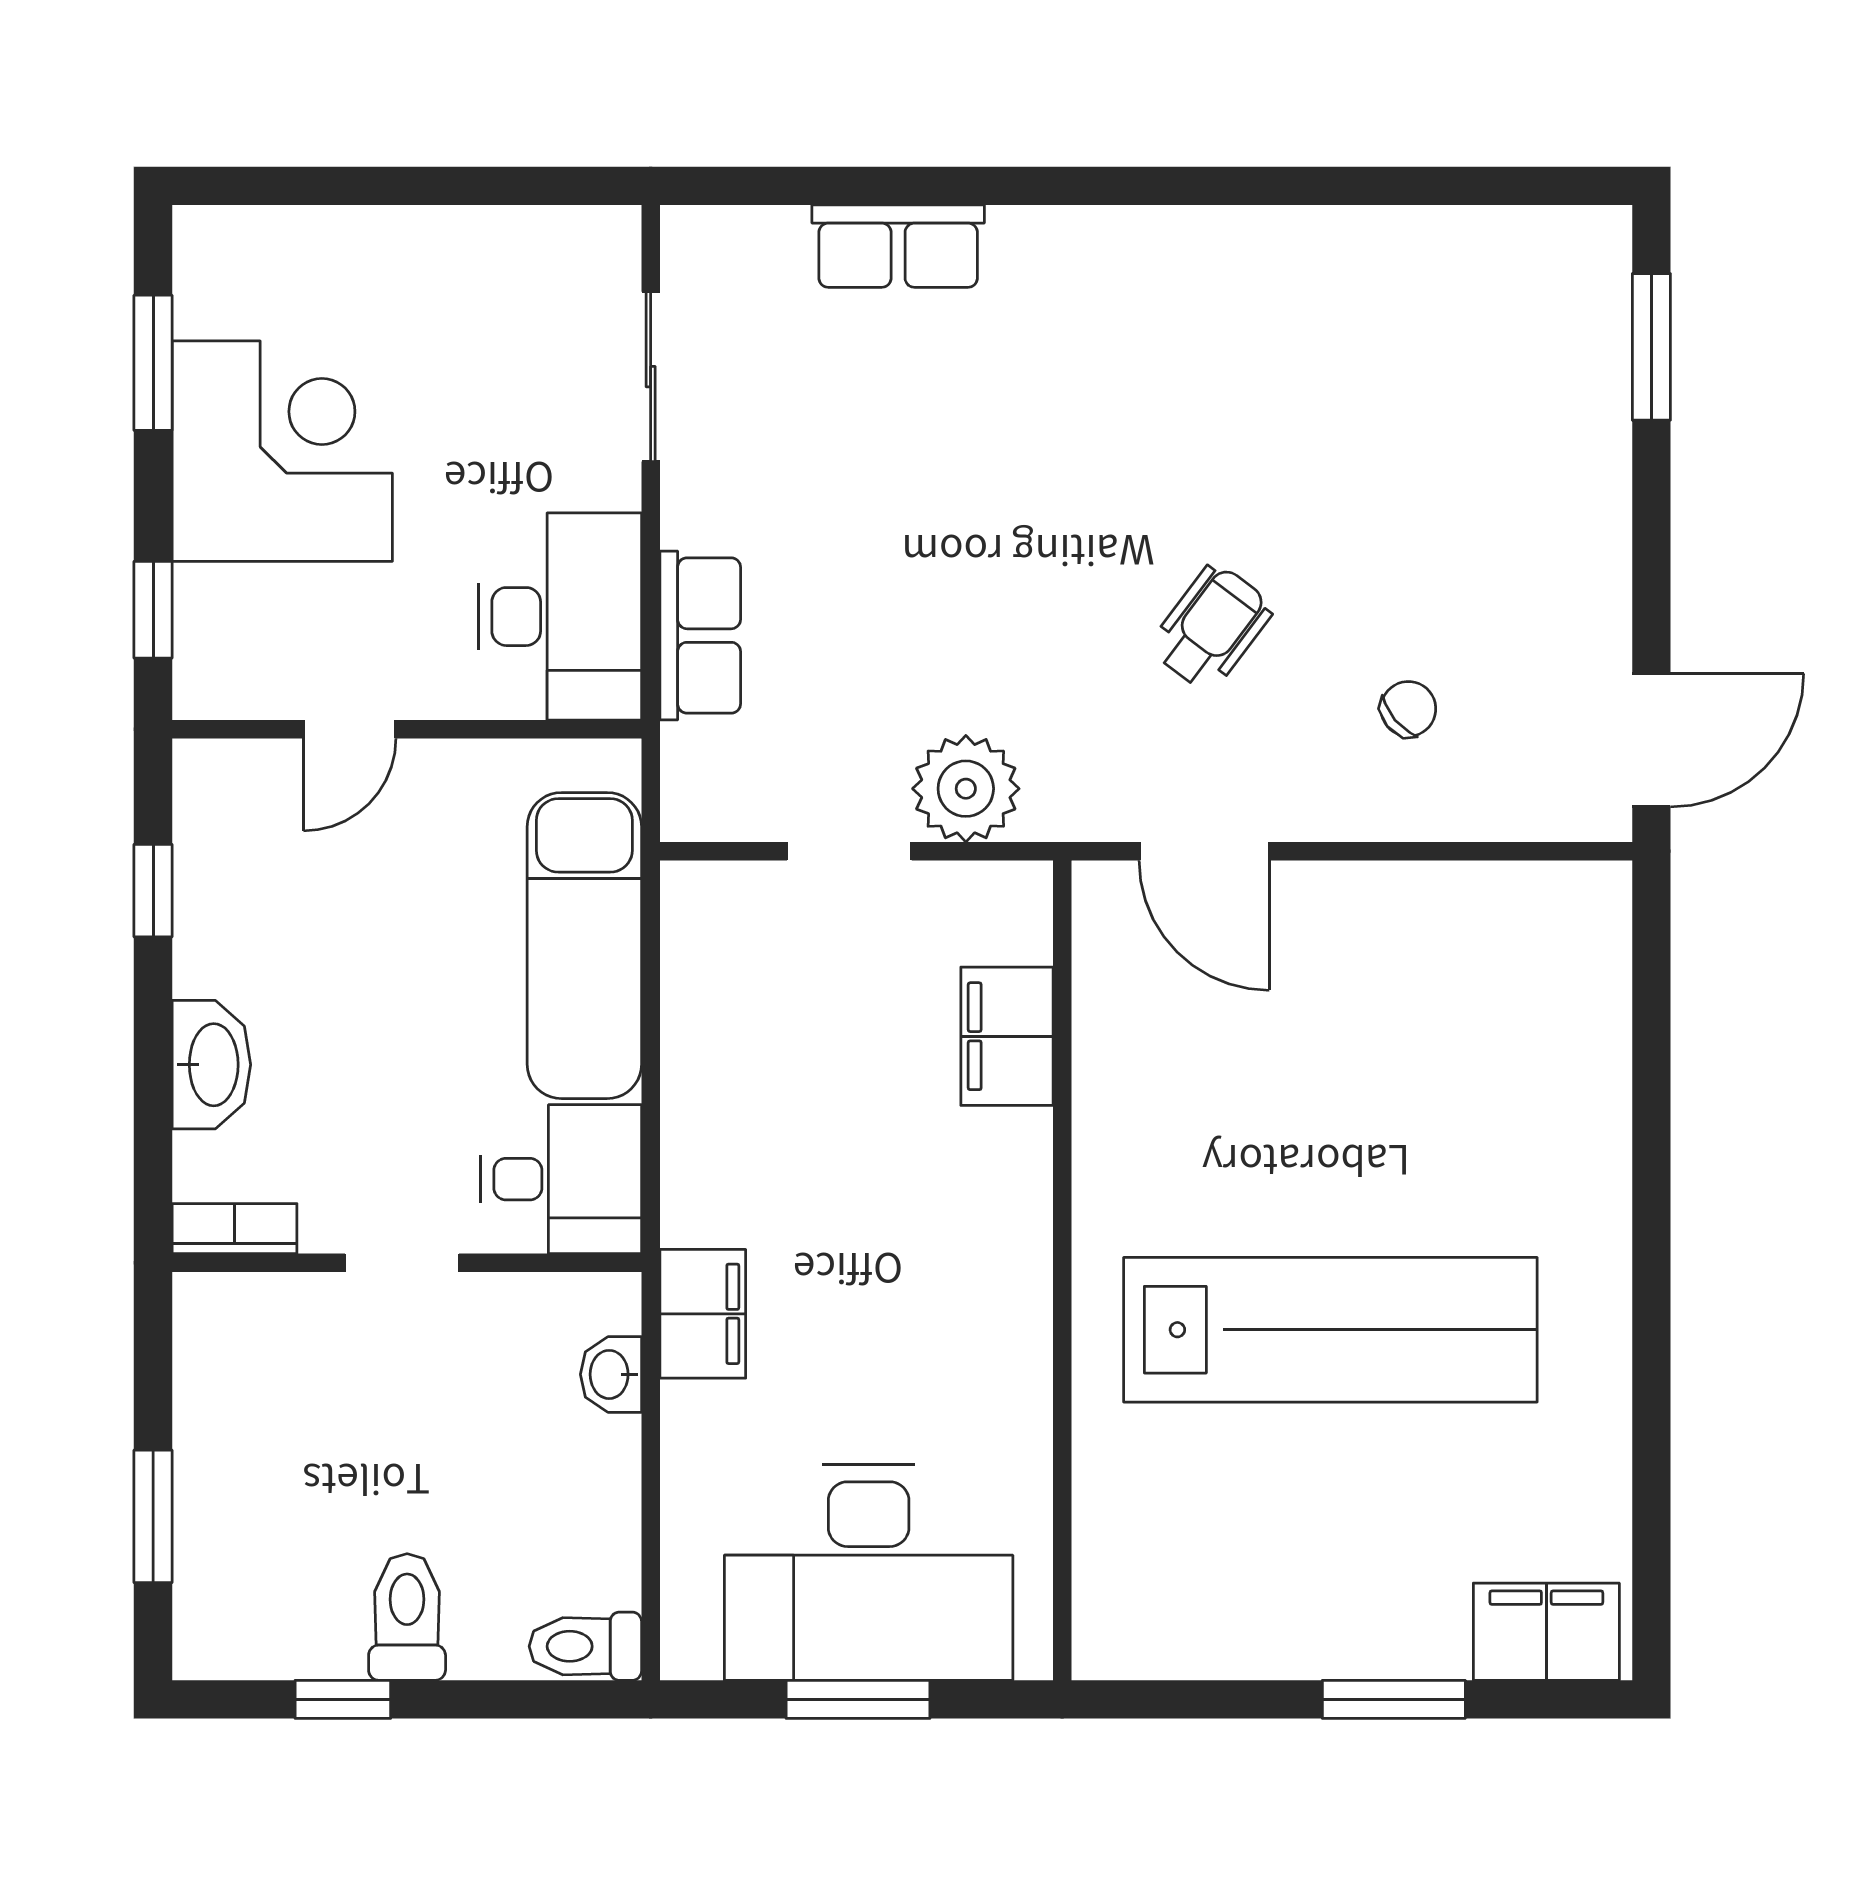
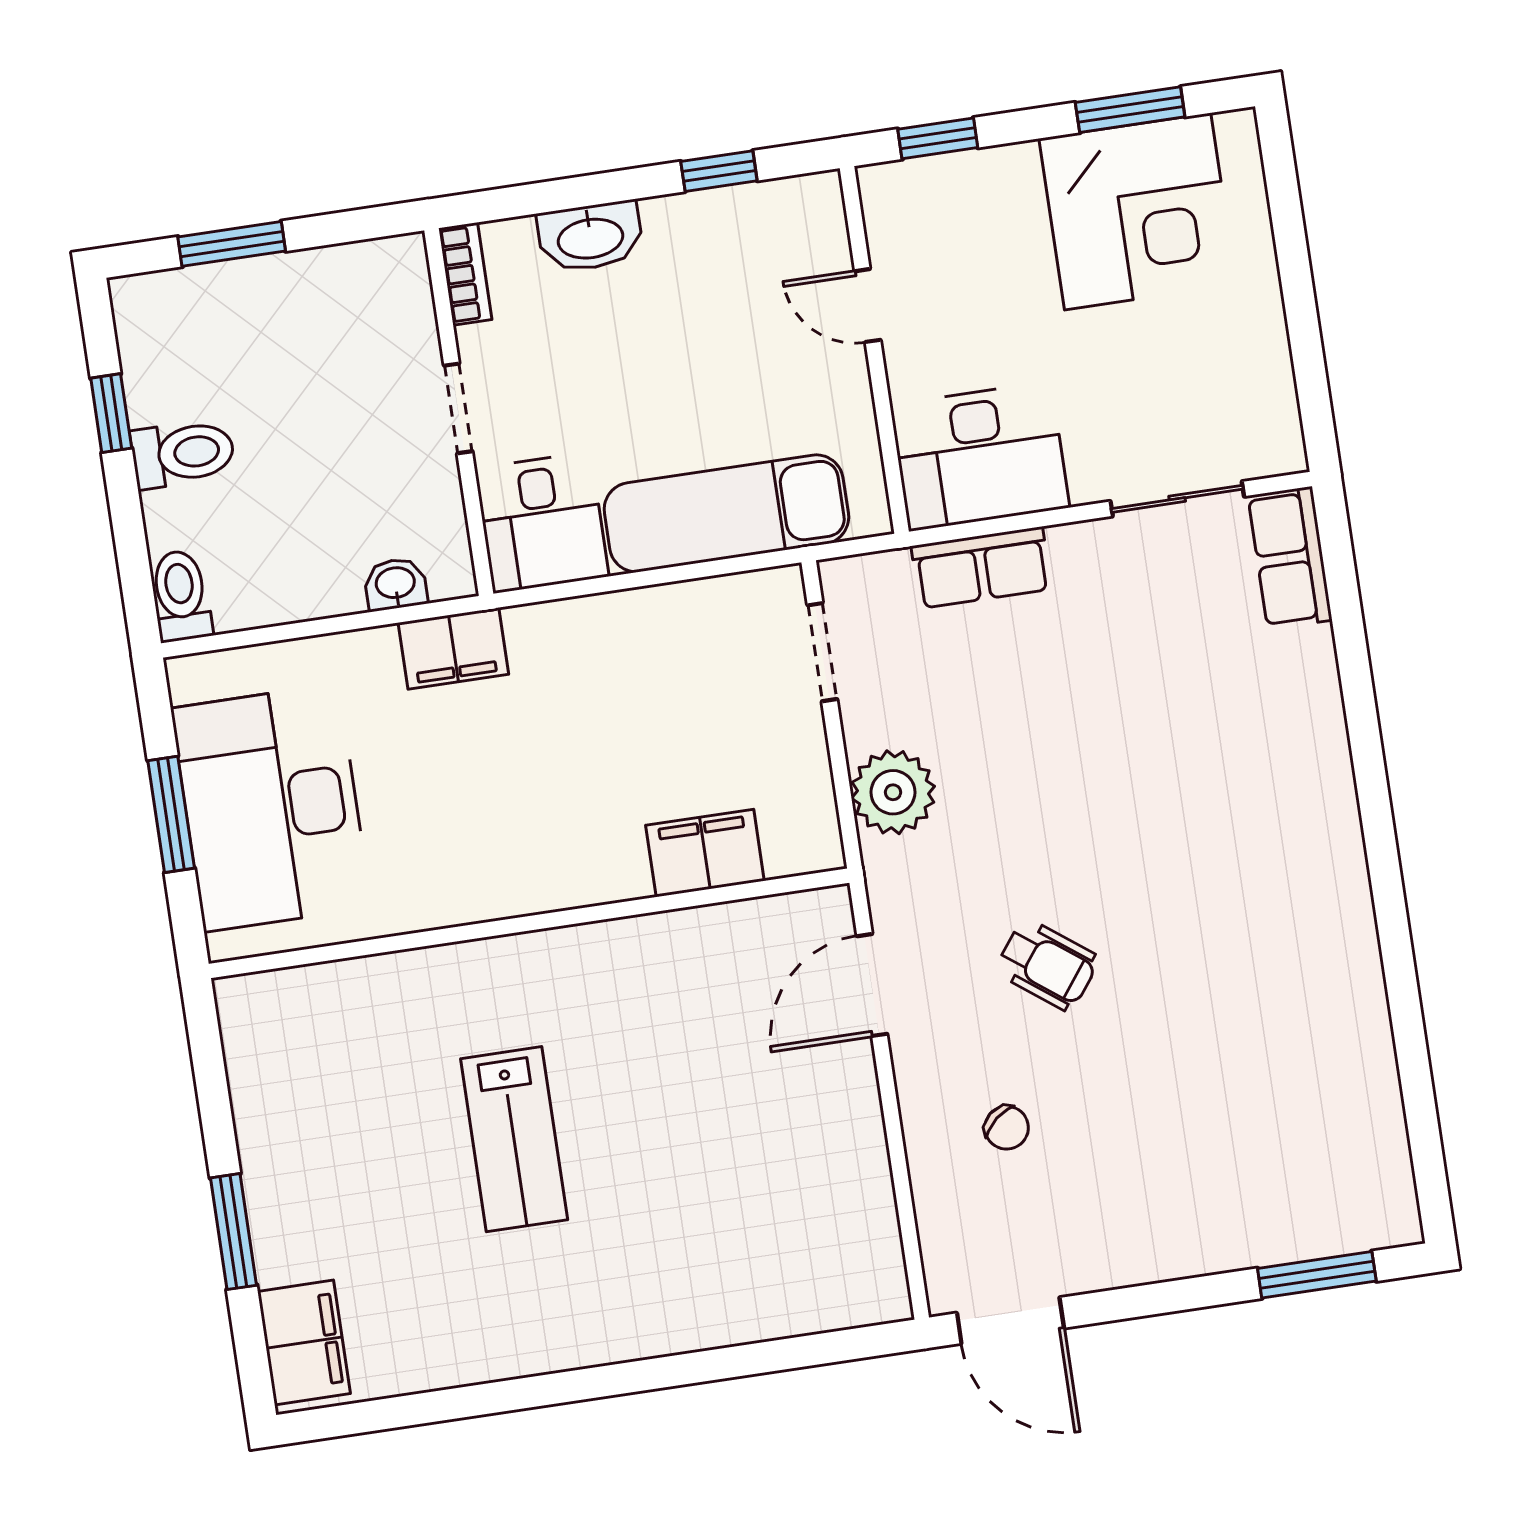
row of seats: (898, 246) -> (1290, 558), moved
corner desk: (282, 451) -> (1138, 211), moved
doorway: (849, 851) -> (822, 652), moved
lab bench: (1330, 1330) -> (514, 1139), width x0.54, depth x0.72

